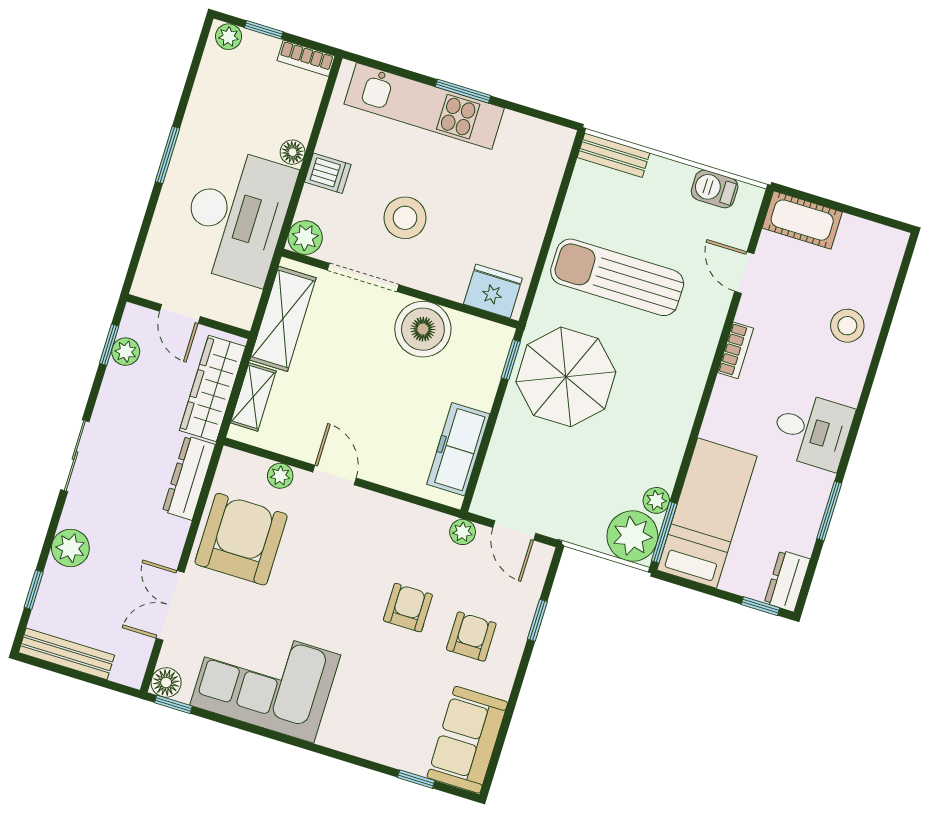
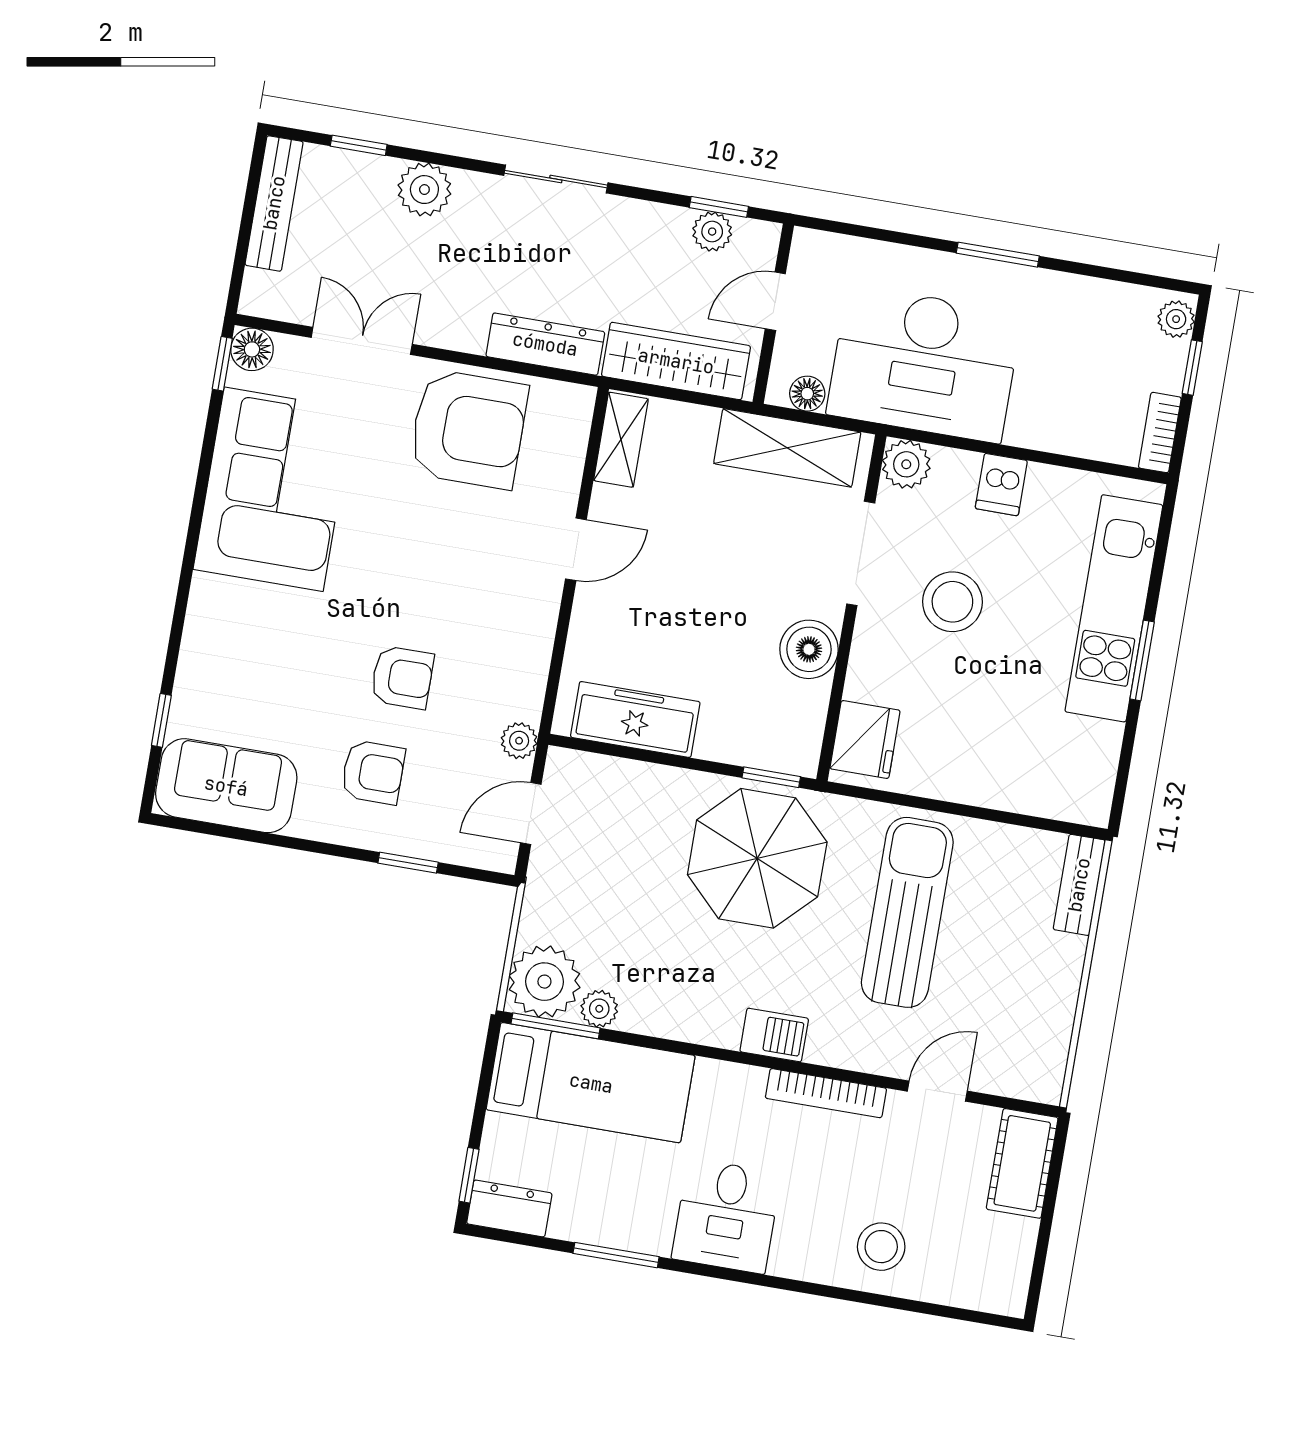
floor lamp: (293, 152) -> (807, 394), moved
barbecue: (715, 189) -> (774, 1035), moved, turned 90
boiler: (423, 329) -> (809, 649), width x0.73, depth x0.73
bookcase: (736, 350) -> (826, 1093), width x1.56
shelving: (253, 397) -> (621, 440), moved, turned 90
plant: (280, 476) -> (565, 473), removed

